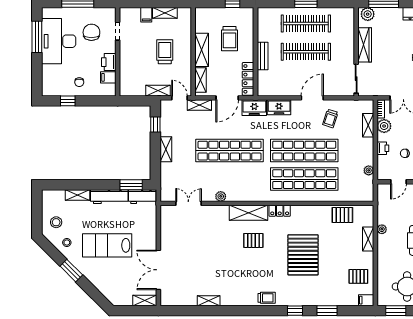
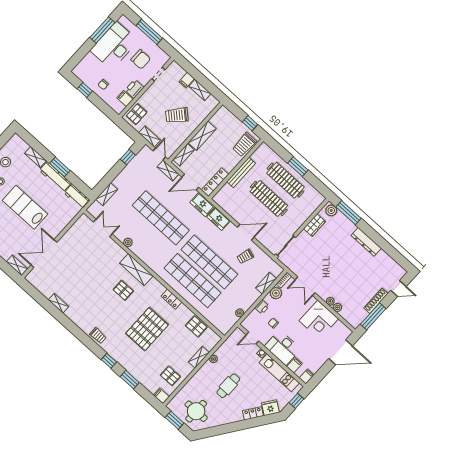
chair: (91, 32) -> (141, 59), turned 90
trolley: (230, 39) -> (244, 145), moved
wardrobe: (365, 45) -> (314, 225), width x0.67
trolley: (165, 52) -> (177, 115), turned -138
bench: (263, 56) -> (241, 172), width x1.36
pallet: (130, 82) -> (137, 114), added
shelving: (166, 149) -> (107, 194), moved
window: (131, 185) -> (60, 167), moved
locker: (280, 211) -> (172, 299), moved

